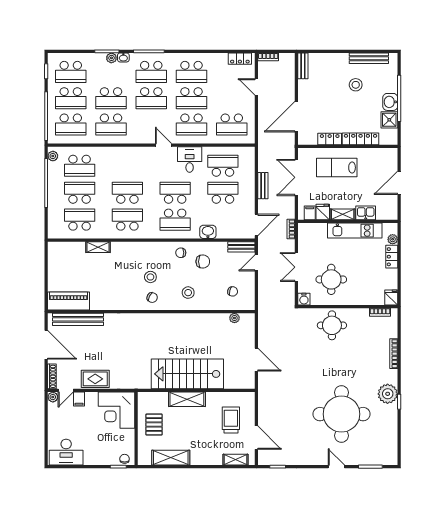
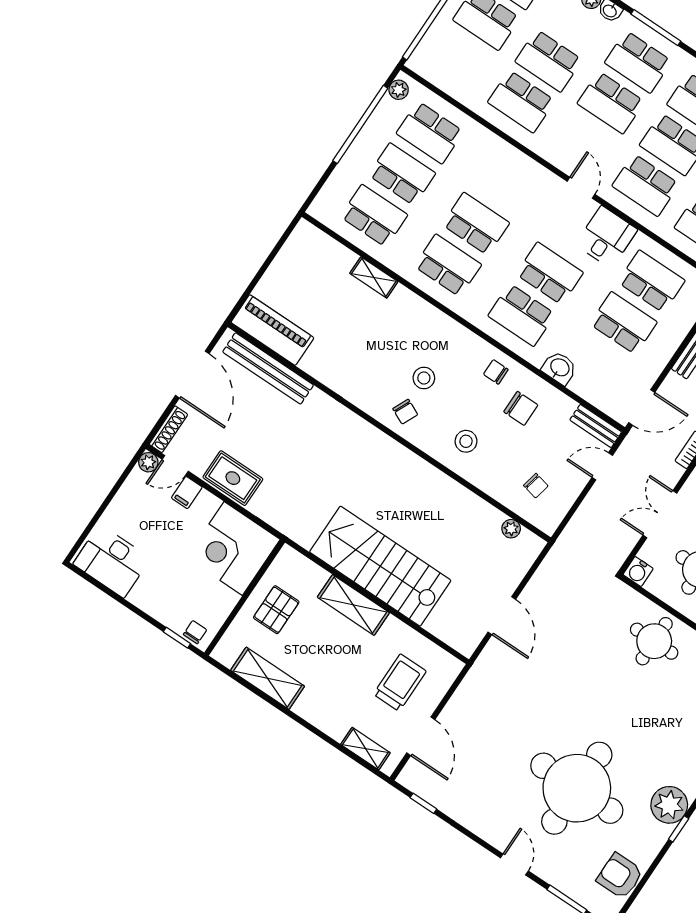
school desk: (71, 125) -> (459, 60), removed
armchair: (387, 440) -> (620, 876), added

